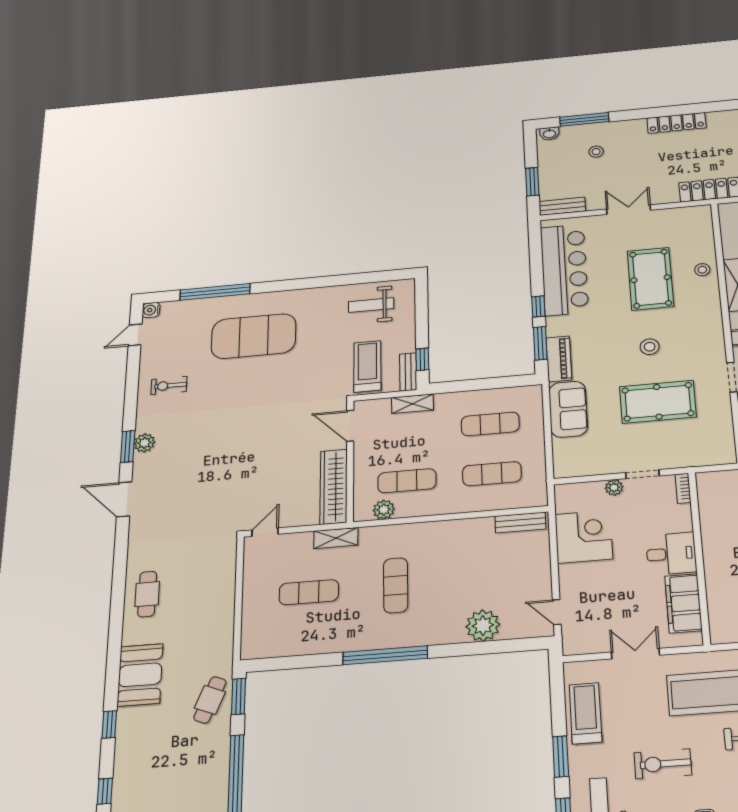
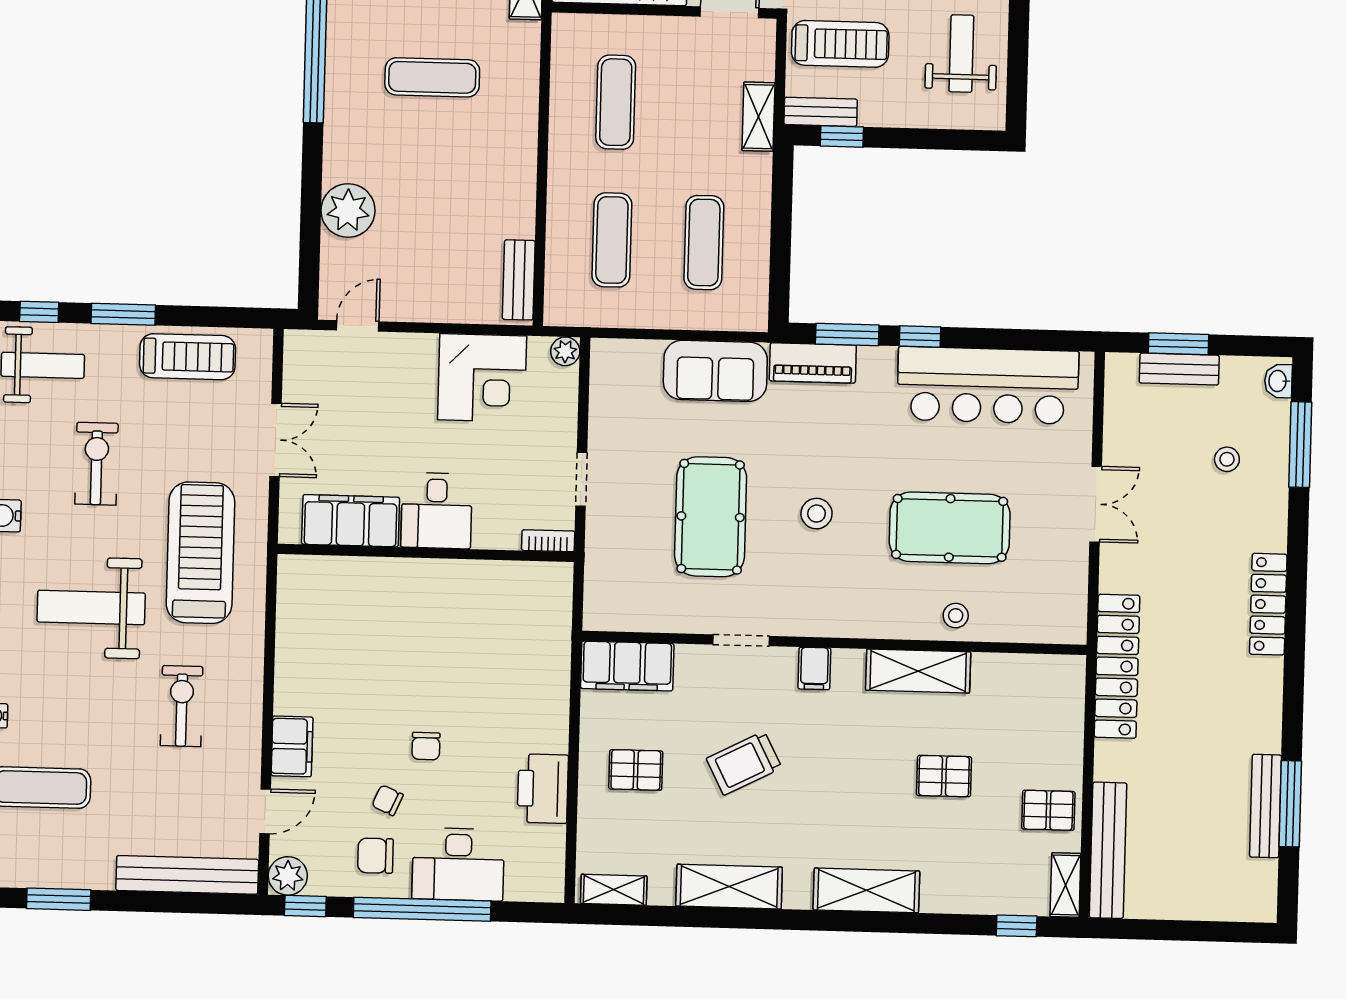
bench: (562, 206) -> (1179, 369), moved, turned 90
plant: (614, 487) -> (565, 351), moved
plant: (384, 510) -> (568, 63), removed

